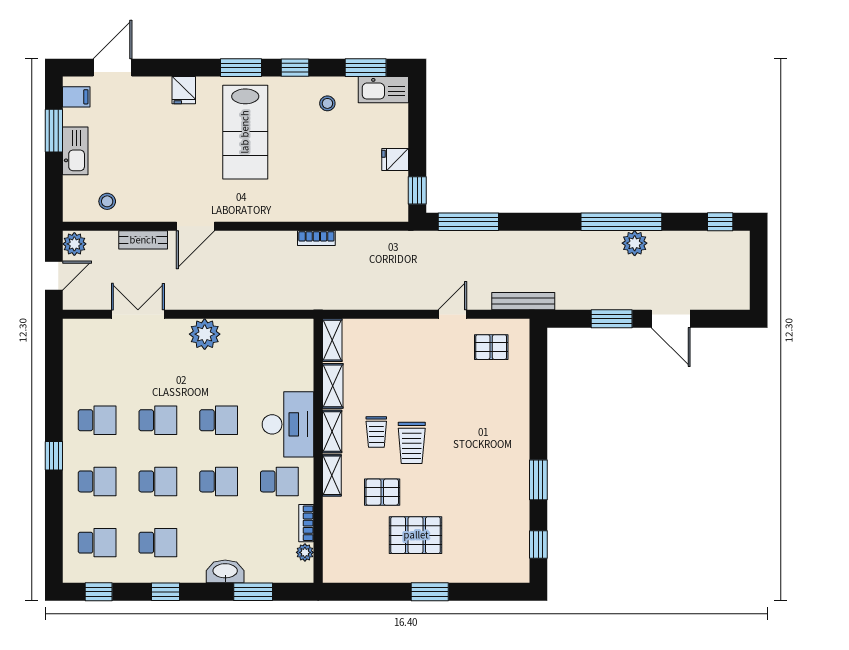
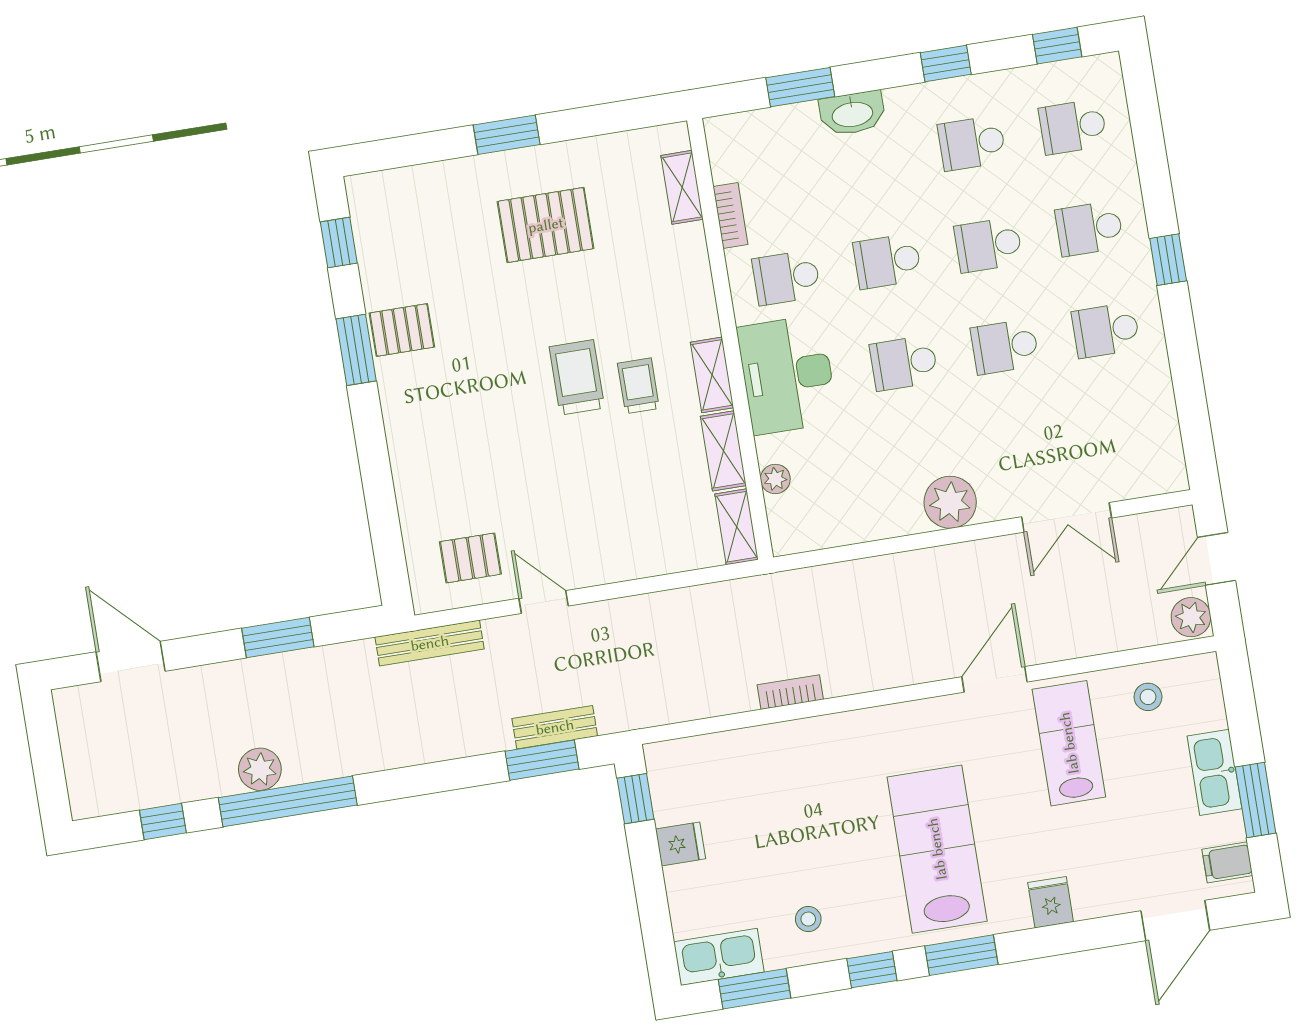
lab bench: (158, 182) -> (1069, 743), added
window: (468, 222) -> (542, 760), width x0.69
window: (720, 222) -> (163, 822), moved
bench: (143, 240) -> (555, 727), moved
door: (452, 314) -> (544, 602), swing flipped
door: (671, 319) -> (131, 661), moved
shelving: (332, 475) -> (682, 187), moved
pallet: (382, 492) -> (402, 330), moved
plant: (305, 552) -> (775, 479), moved

